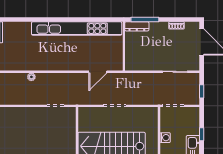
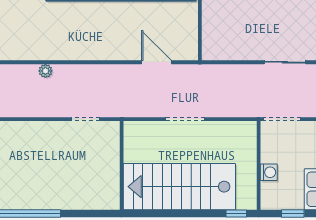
door: (98, 72) -> (156, 62), swing flipped

